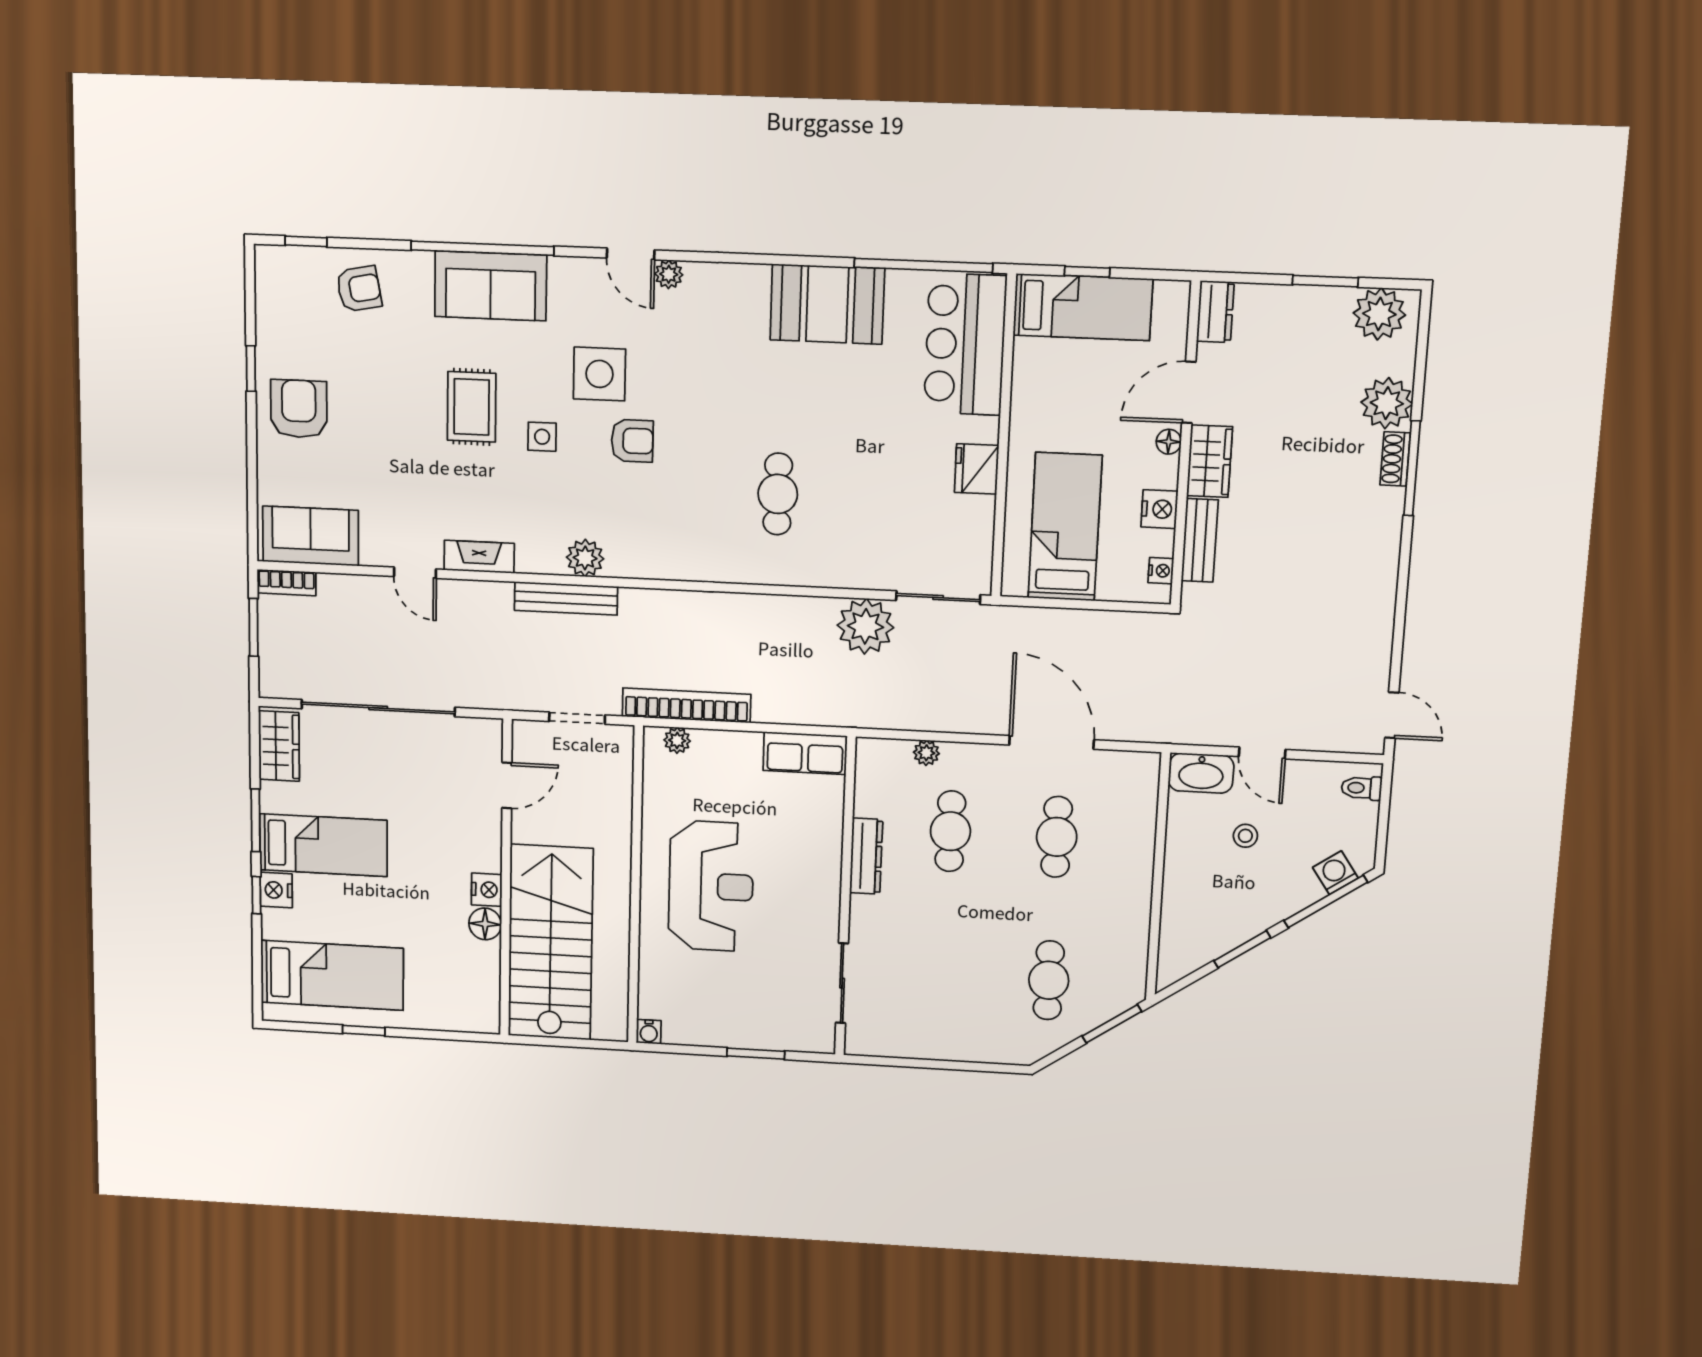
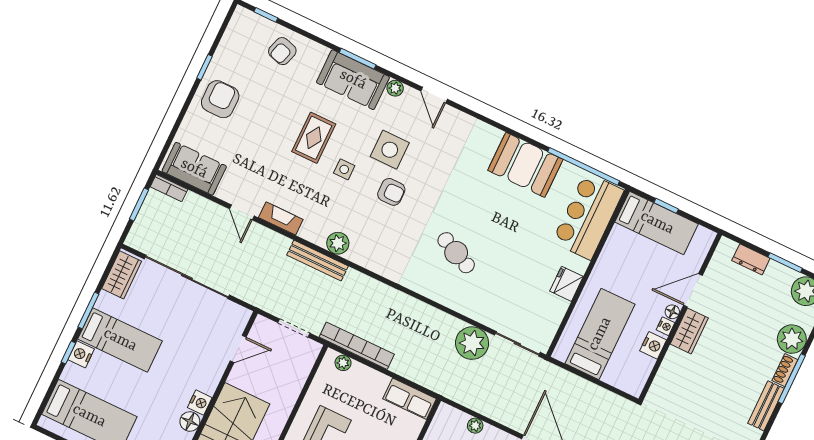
window: (482, 248) -> (358, 59), width x0.47
plant: (669, 274) -> (395, 88), moved
armchair: (359, 289) -> (282, 51), turned 118
dresser: (1215, 312) -> (751, 259), moved, turned 90
cafe table: (778, 494) -> (456, 253), turned -65
bench: (1200, 540) -> (766, 406), moved
nightstand: (1161, 571) -> (666, 326), moved

